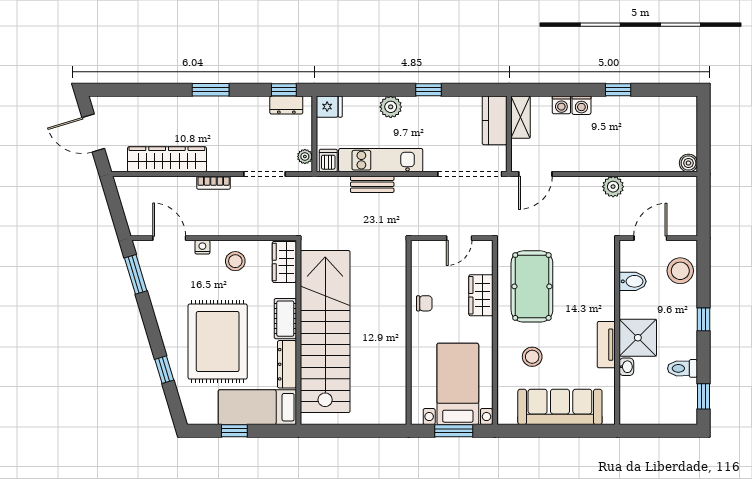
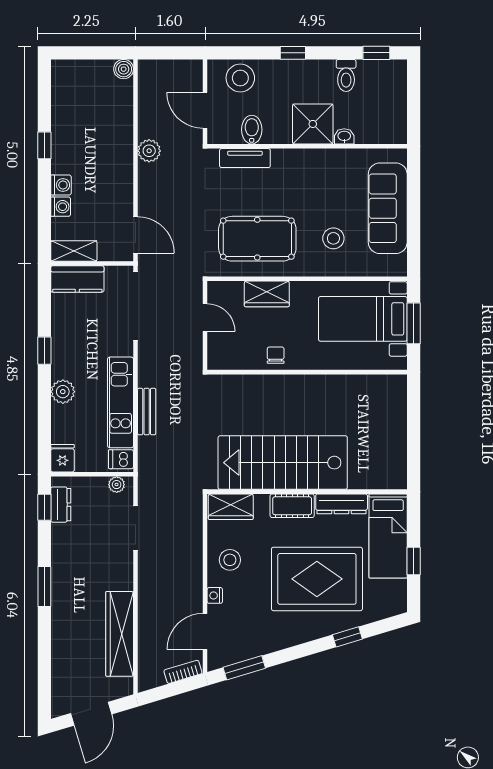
bookcase: (214, 183) -> (183, 672), moved, turned -107
stairs: (325, 332) -> (283, 463), width x0.73
tv unit: (606, 345) -> (245, 158), moved

